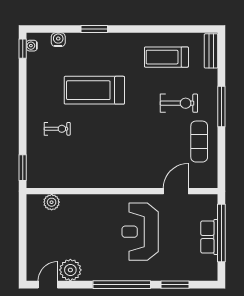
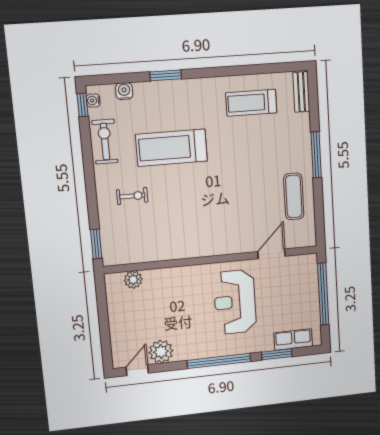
exercise bike: (179, 103) -> (105, 142), moved, turned -90
row of seats: (209, 237) -> (293, 340), moved, turned 90

